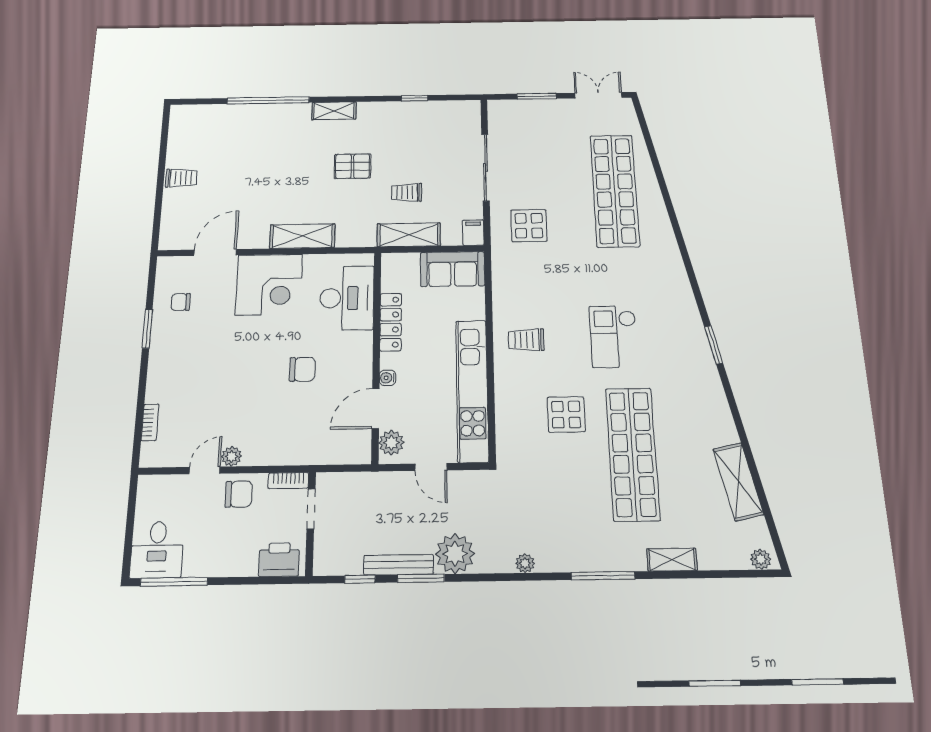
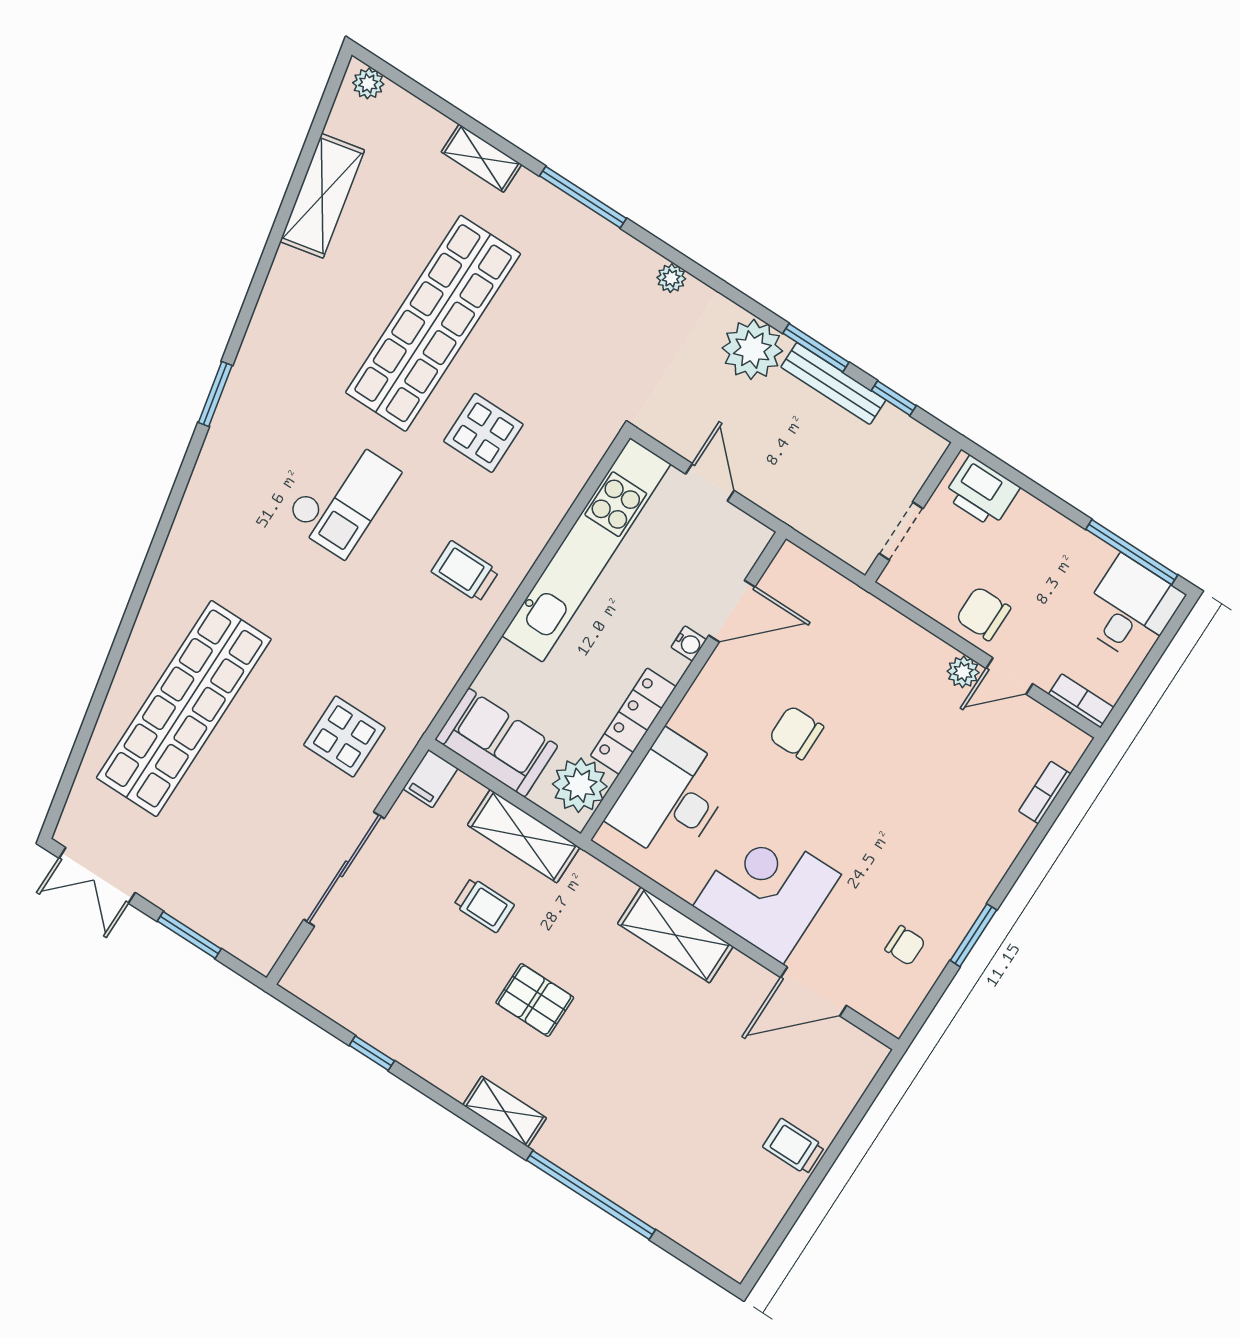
trolley: (526, 340) -> (465, 571), turned 180
plant: (391, 443) -> (580, 785), moved, width x1.36, depth x1.36
bookcase: (288, 481) -> (1081, 701), moved

